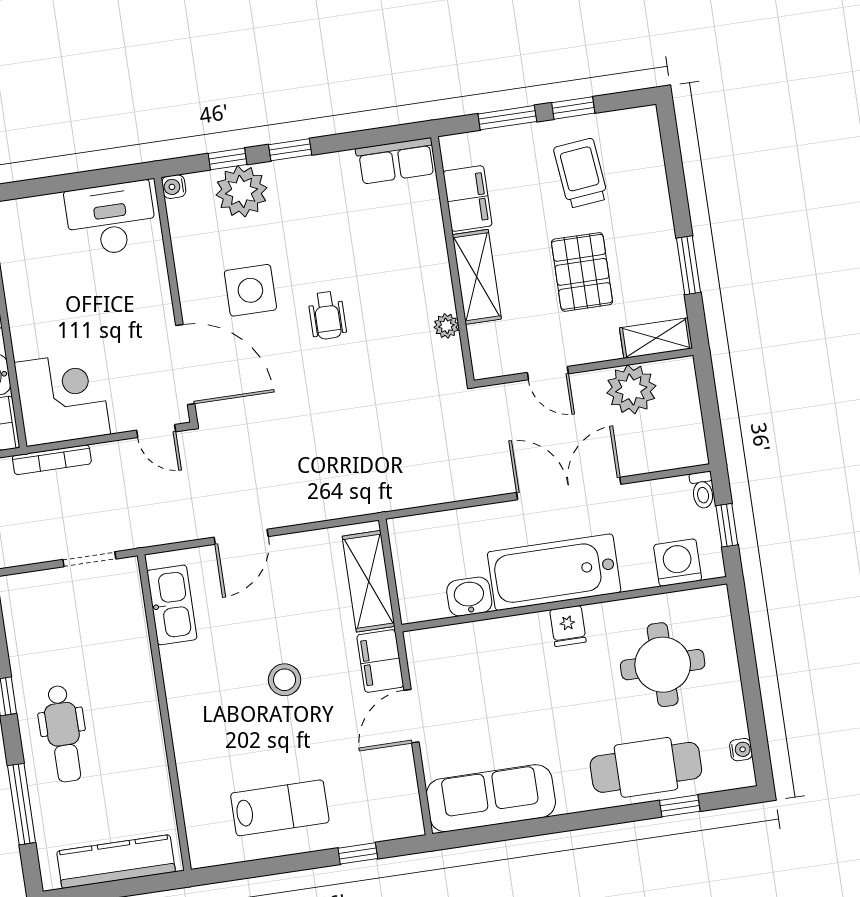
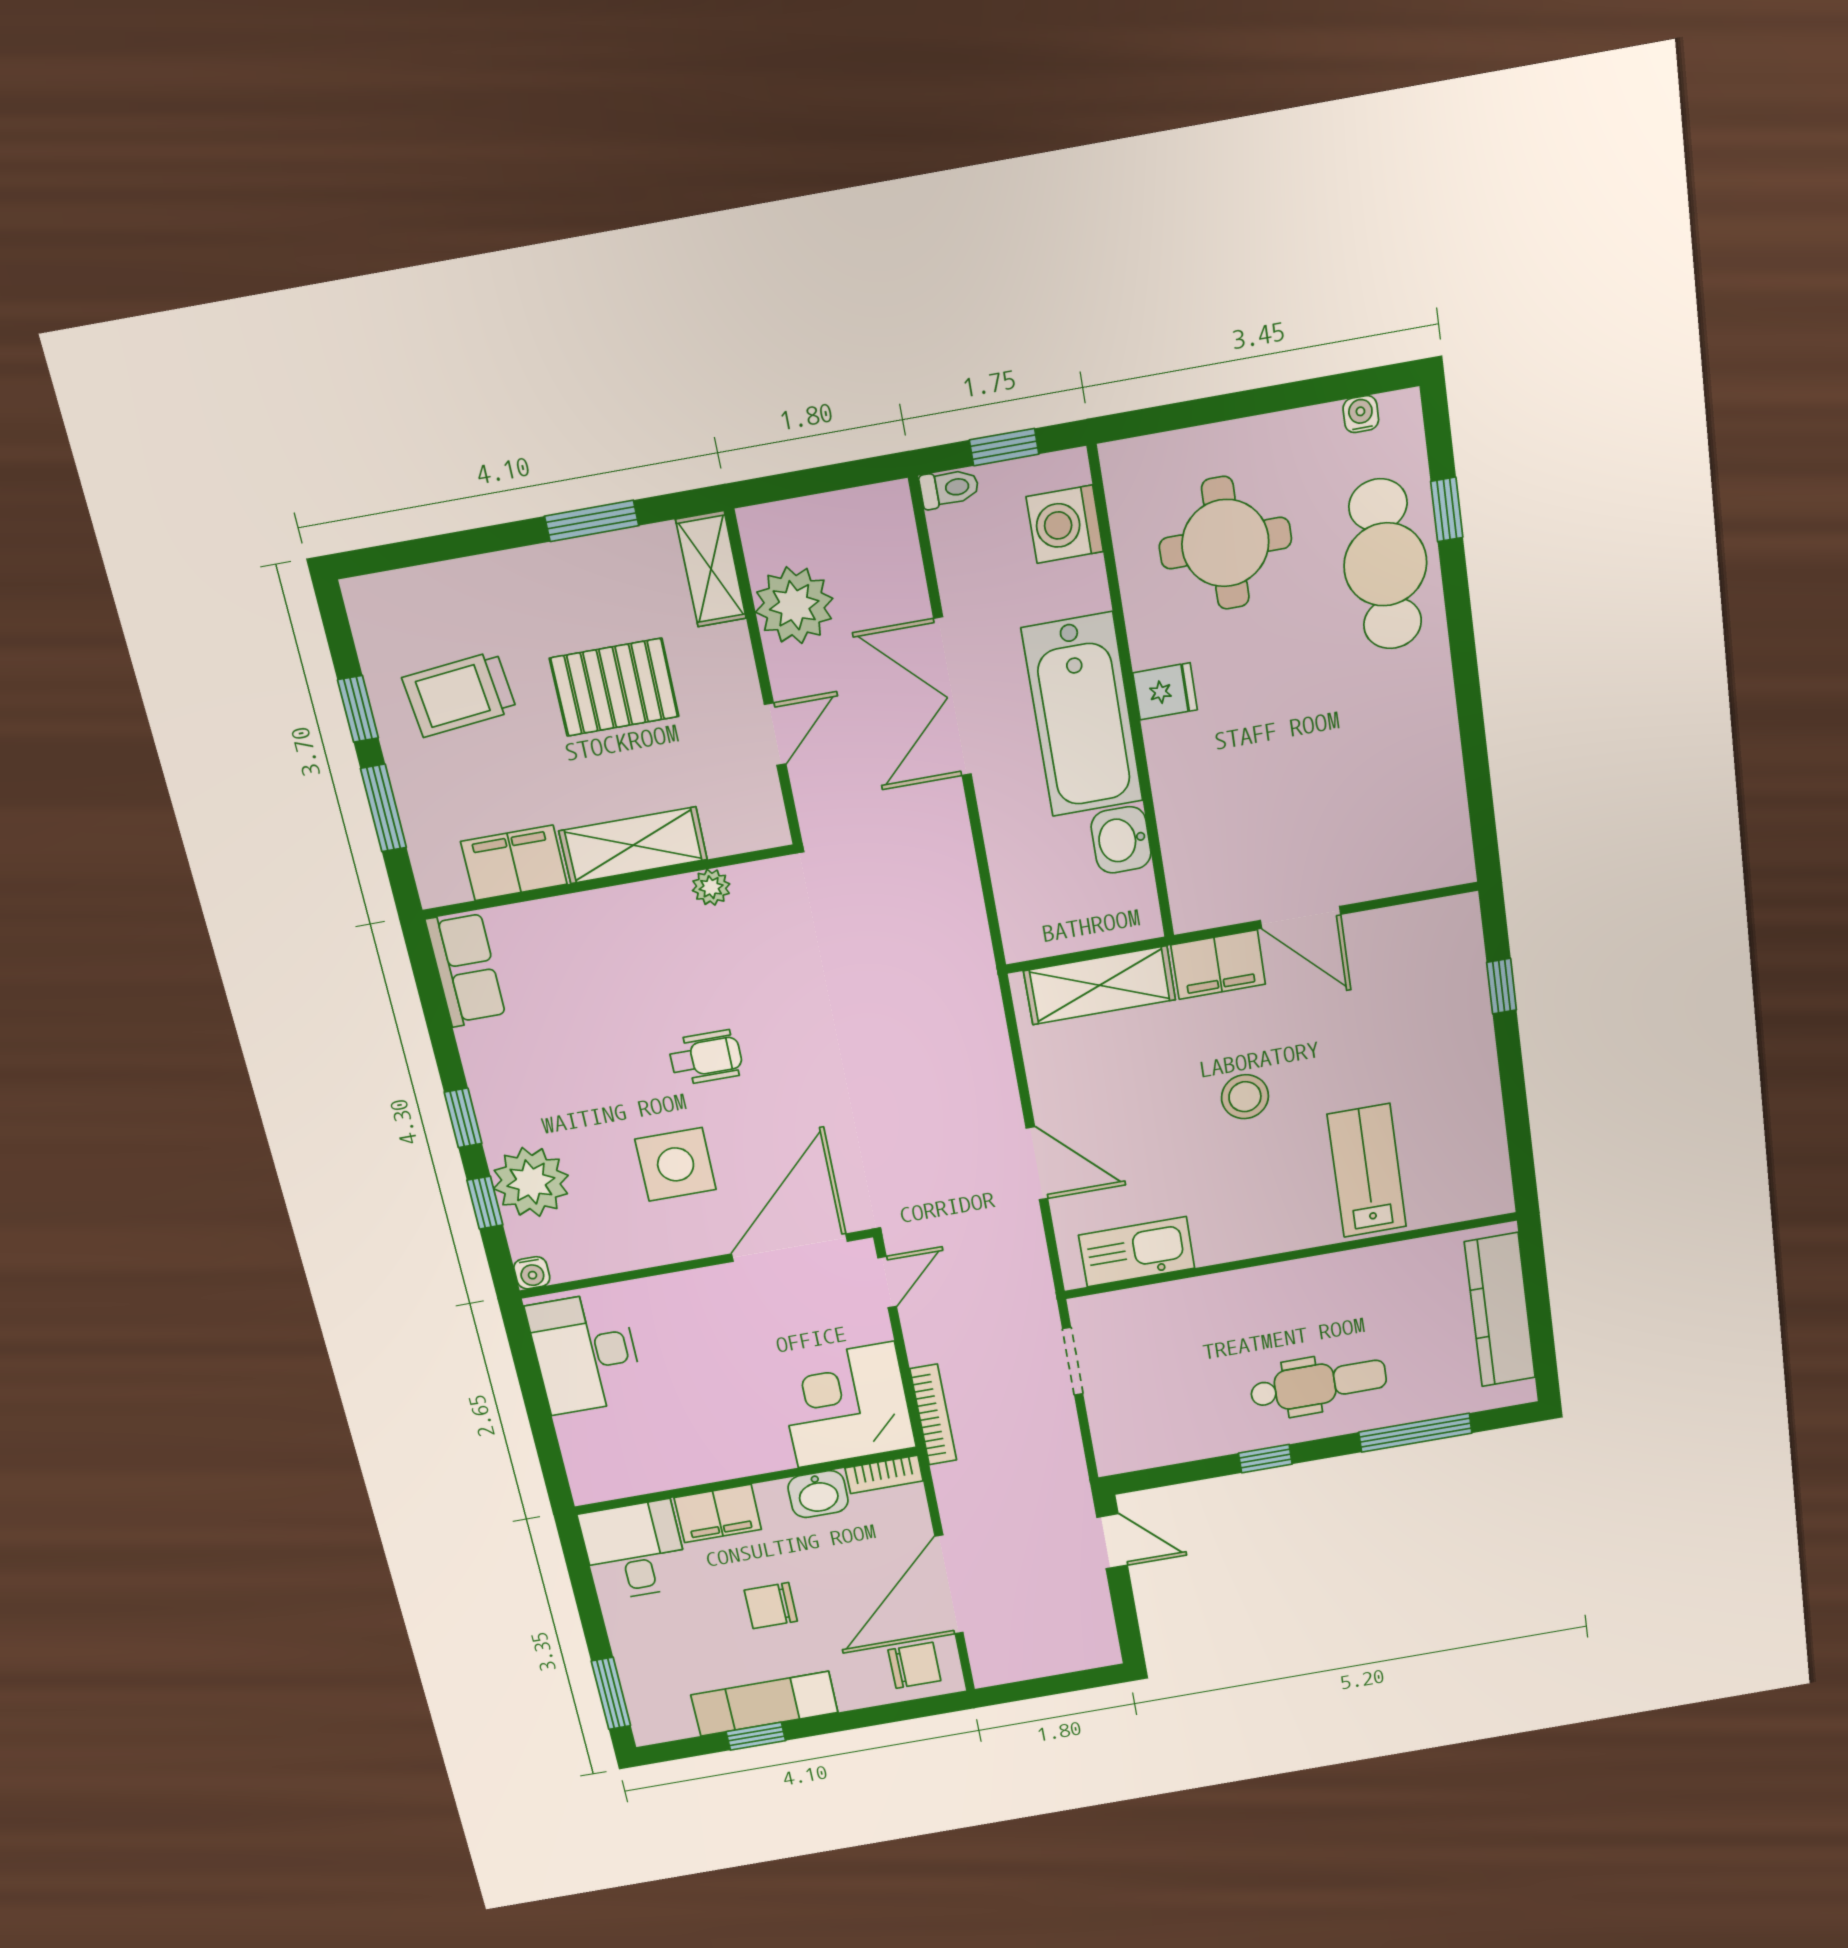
sofa: (491, 798) -> (1426, 798), removed
lab bench: (280, 808) -> (1367, 1171), moved

